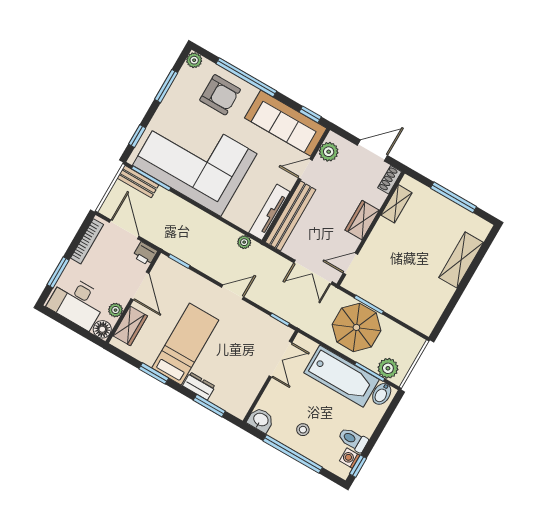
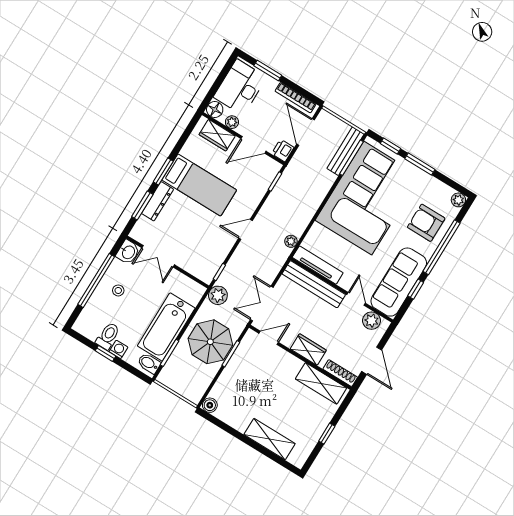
window: (166, 86) -> (420, 164), moved
armchair: (220, 95) -> (426, 223), turned 90
window: (310, 114) -> (416, 289), moved
shoe rack: (390, 180) -> (340, 373), width x1.43
bench: (138, 181) -> (346, 151), width x1.36
window: (453, 197) -> (327, 434), width x0.46
shelving: (396, 204) -> (321, 383), width x1.50, depth x1.33
door: (124, 229) -> (306, 132), swing flipped
door: (350, 264) -> (269, 338), hinge flipped
door: (233, 292) -> (246, 229), swing flipped
boiler: (426, 326) -> (210, 405), added
double door: (280, 359) -> (158, 256), moved
plant: (388, 368) -> (218, 295), moved
window: (154, 373) -> (163, 172), moved
dresser: (199, 386) -> (157, 201), width x1.44
washing machine: (350, 458) -> (118, 349), moved
window: (358, 466) -> (105, 353), moved

